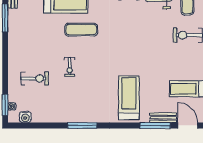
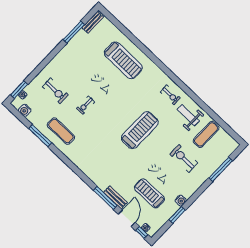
exercise mat: (81, 30) -> (61, 131), moved
treadmill: (129, 98) -> (140, 130), moved
window: (82, 126) -> (40, 136), moved

